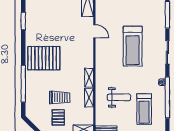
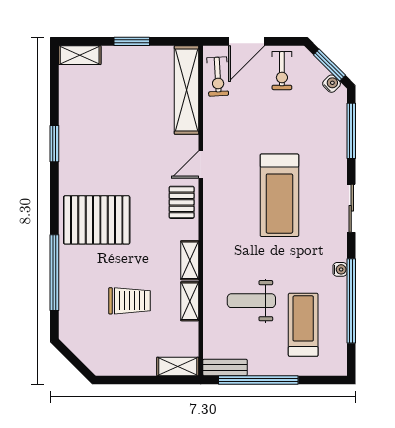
door: (94, 31) -> (201, 164), swing flipped
weight bench: (119, 97) -> (251, 301), turned 180
treadmill: (144, 109) -> (303, 325), turned 180
pallet: (58, 117) -> (182, 202), moved

